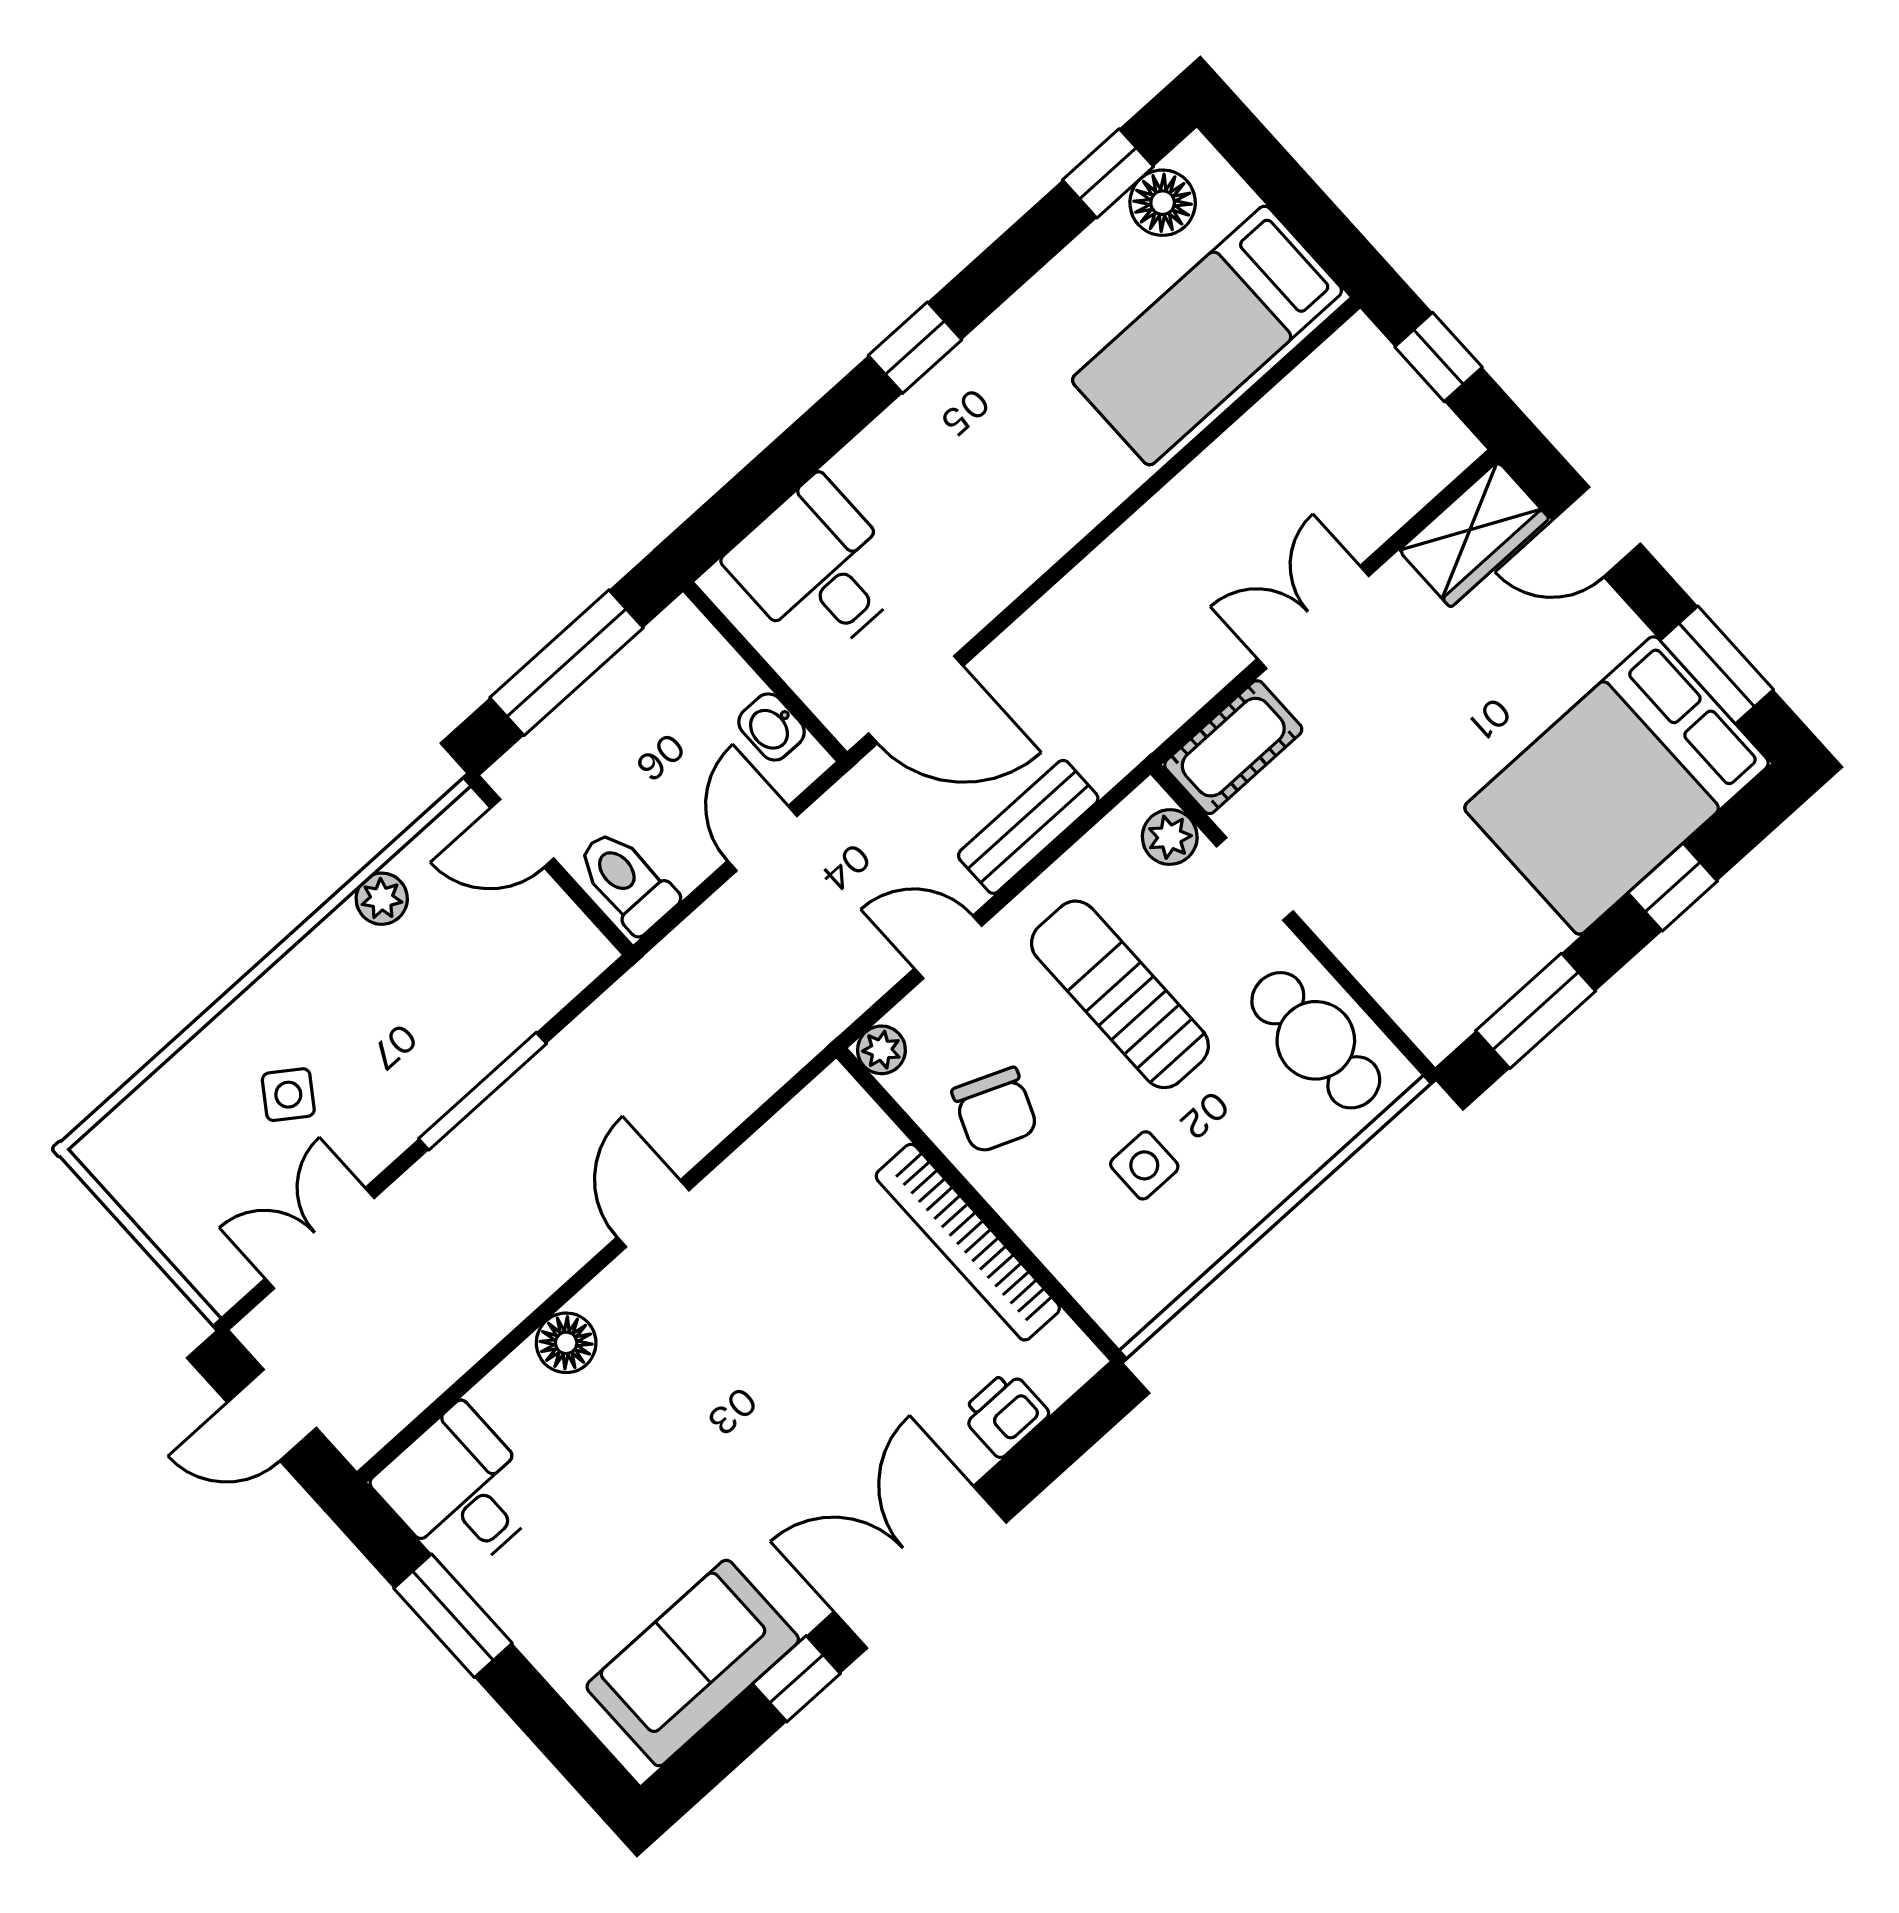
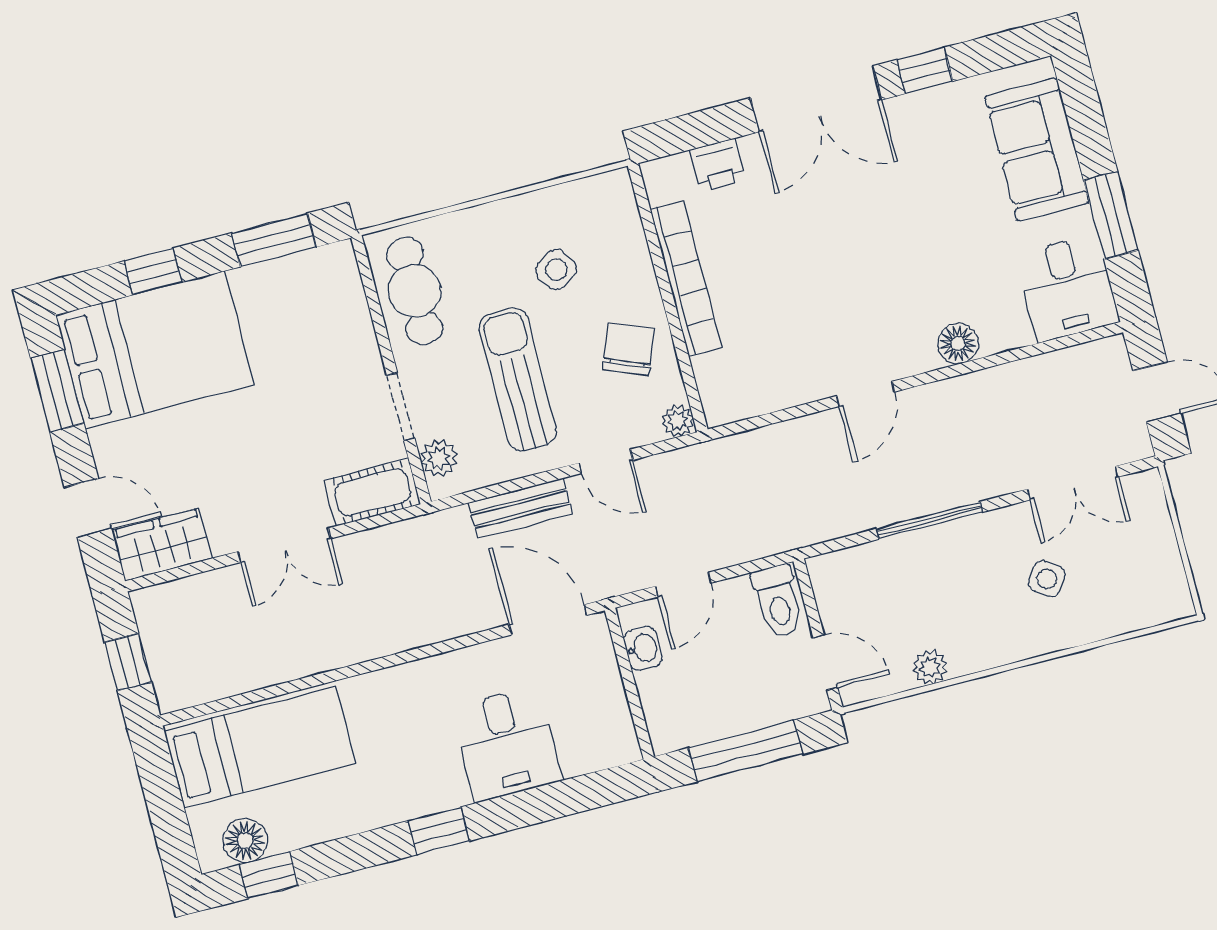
desk: (818, 569) -> (507, 744), moved
sun lounger: (1120, 994) -> (518, 380), turned 180
side table: (1144, 1165) -> (556, 270), turned -30
sofa: (693, 1663) -> (1037, 150), moved, turned 90

